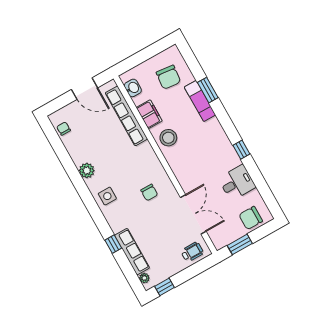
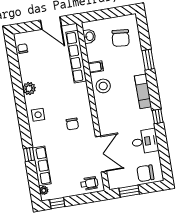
exam couch: (200, 101) -> (143, 91), moved
filing cabinet: (149, 114) -> (96, 67), width x0.50

